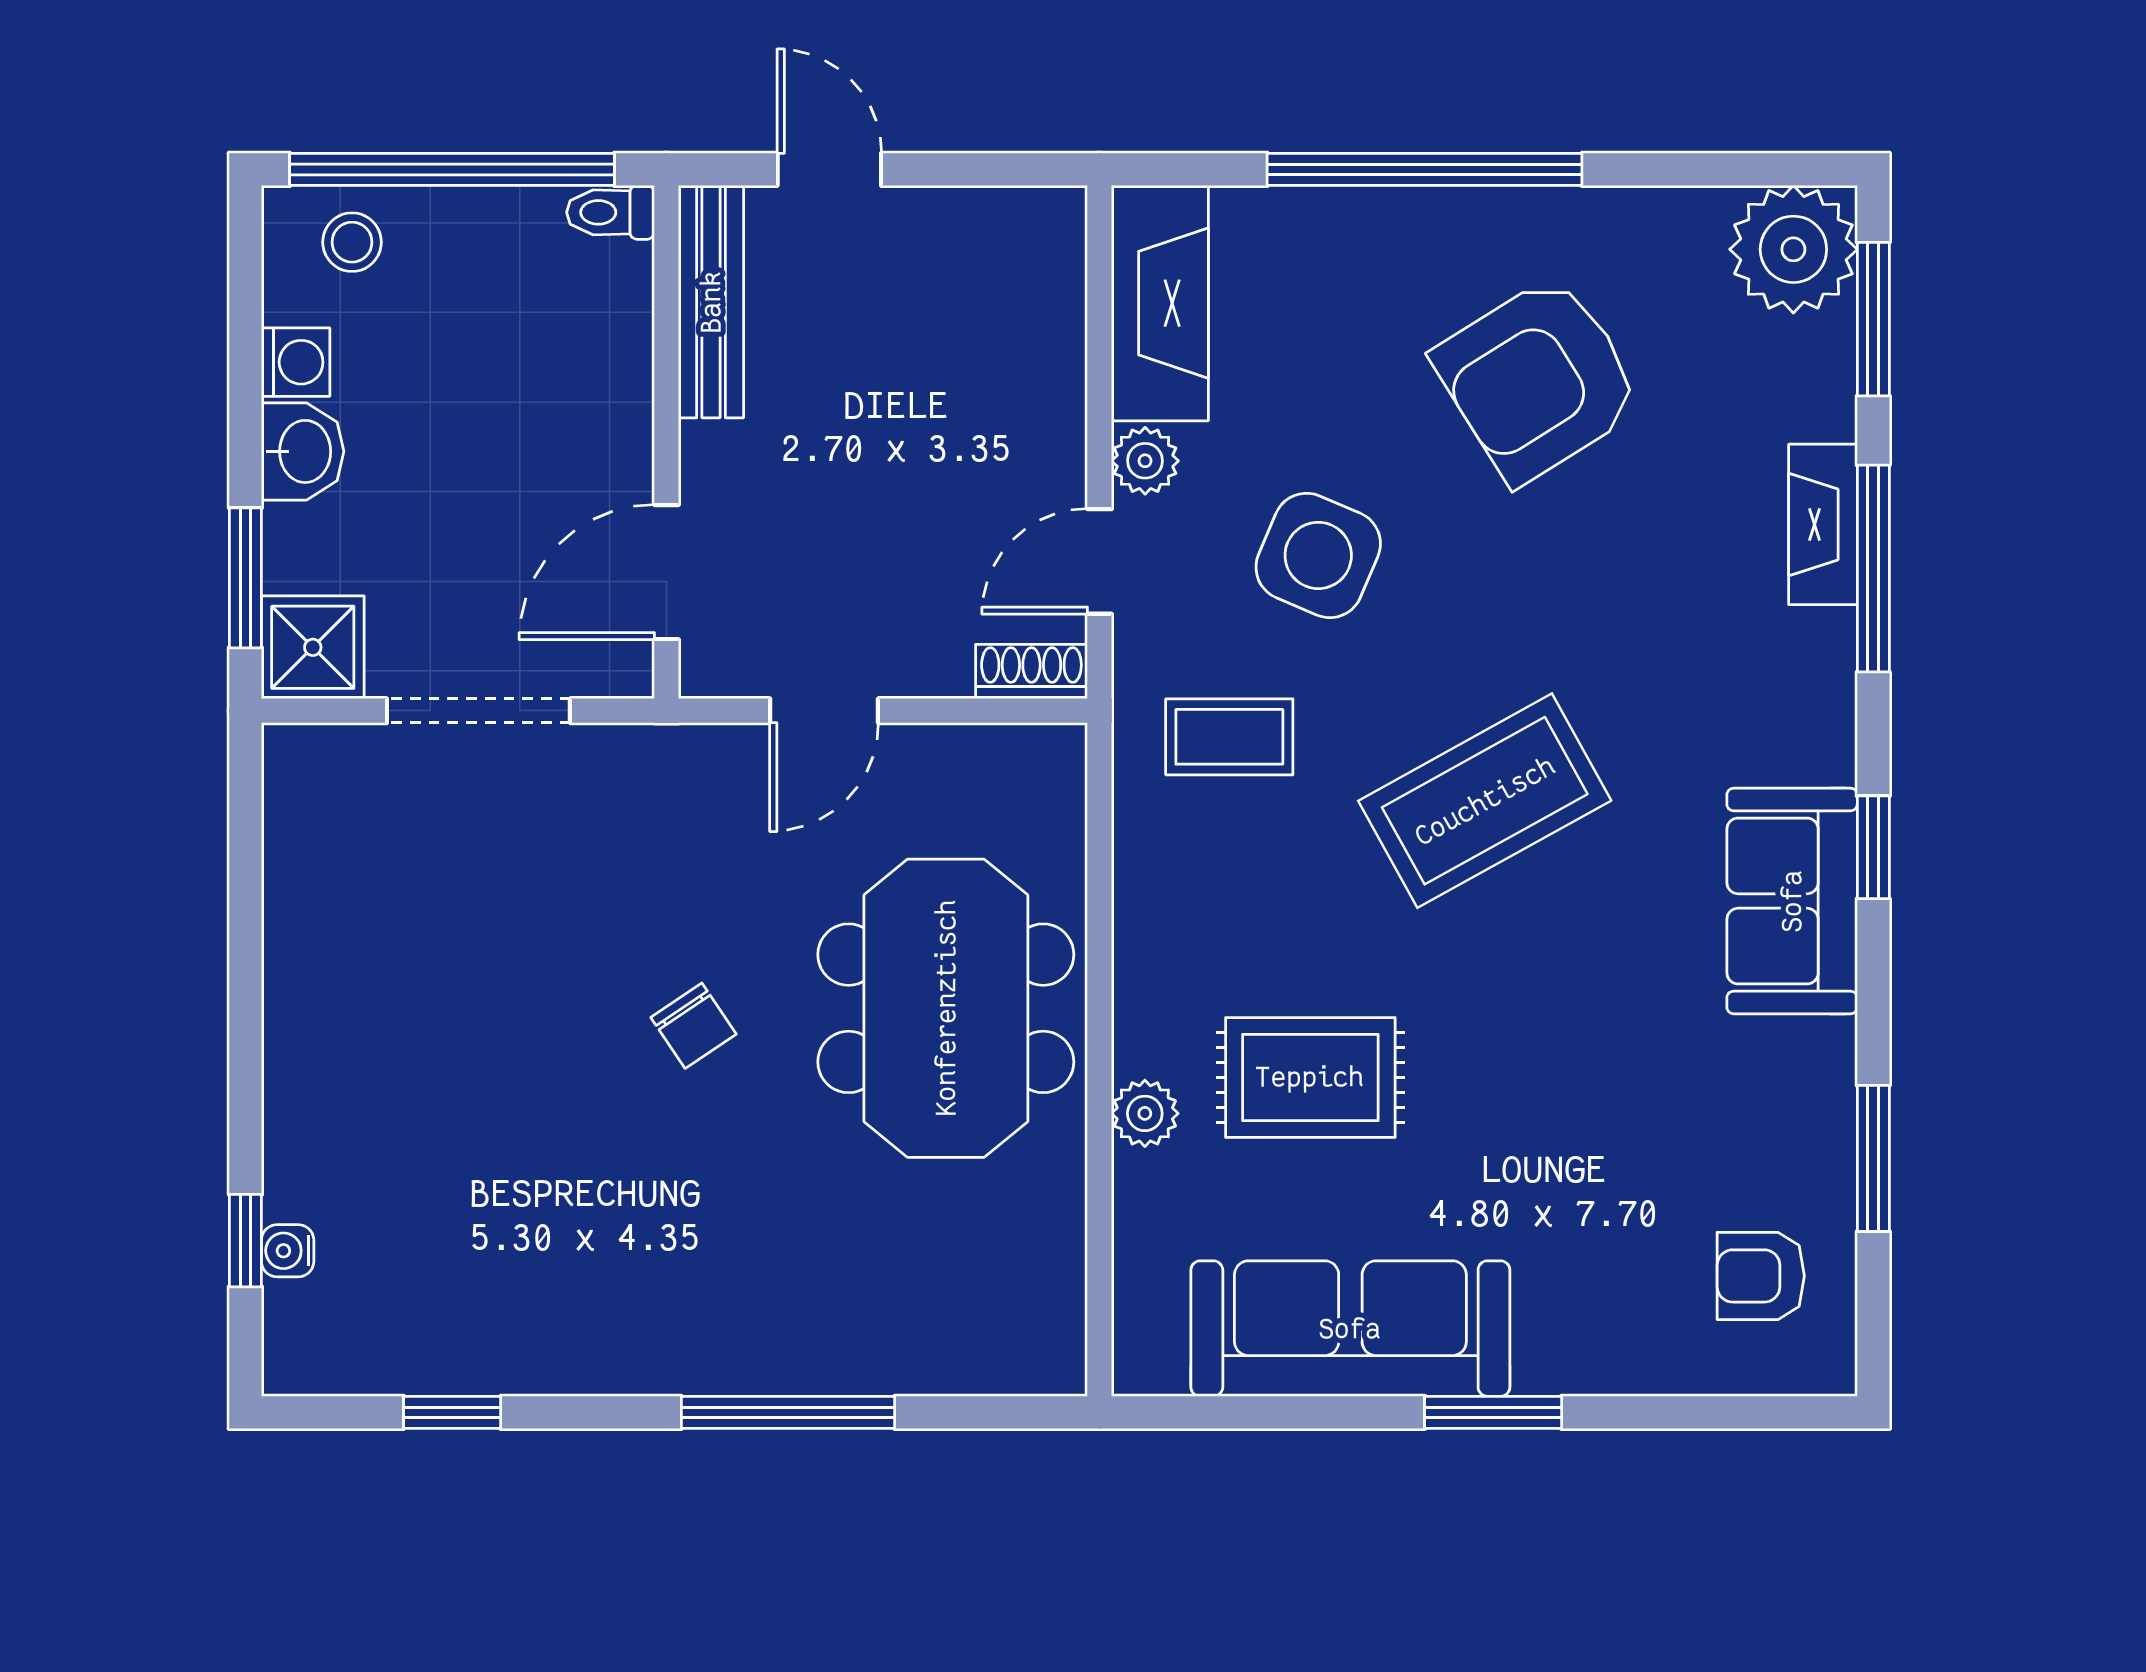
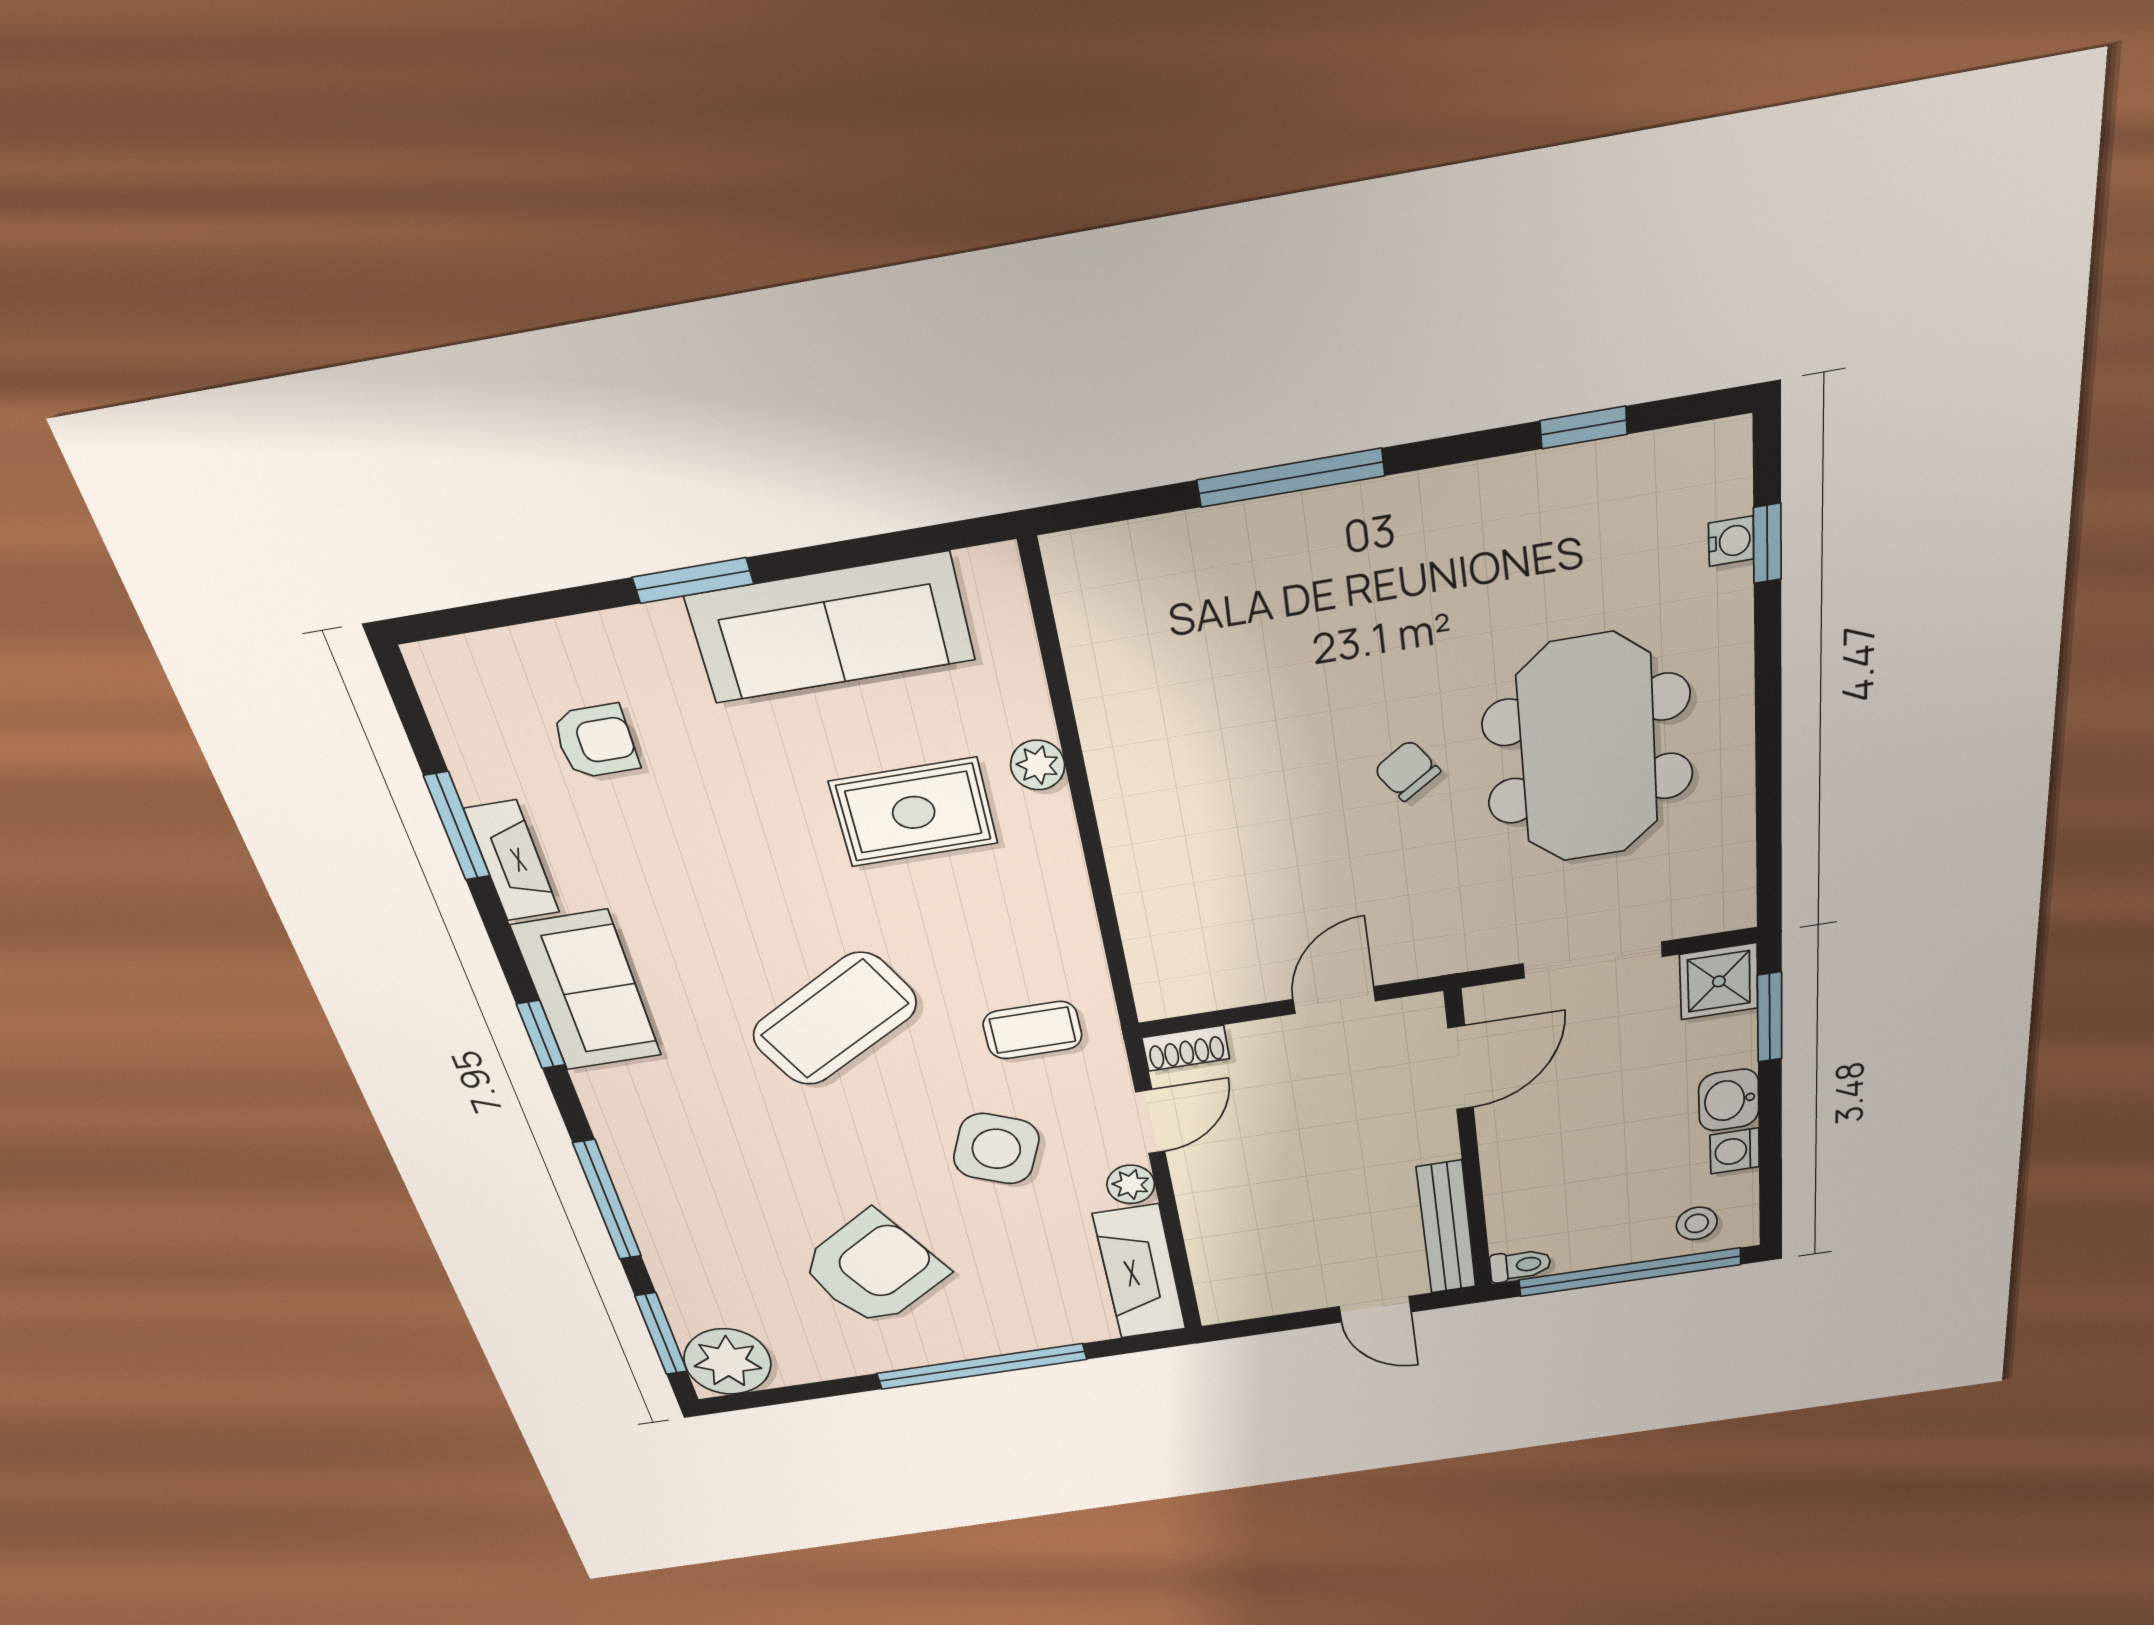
fireplace: (1823, 524) -> (512, 861), moved
meeting table: (946, 1008) -> (1588, 749), moved
armchair: (1761, 1276) -> (596, 741), moved

